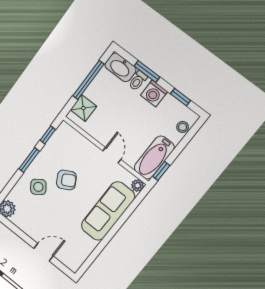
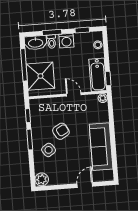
shower: (83, 108) -> (40, 76), width x1.86, depth x1.86
sofa: (108, 211) -> (101, 147), moved

